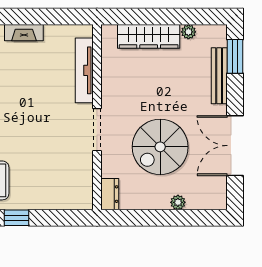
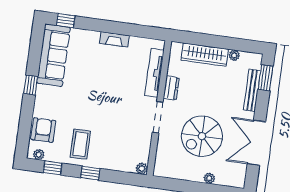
dresser: (110, 194) -> (171, 88), moved
plant: (85, 202) -> (142, 169), added

